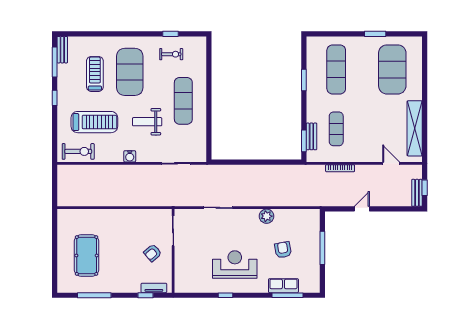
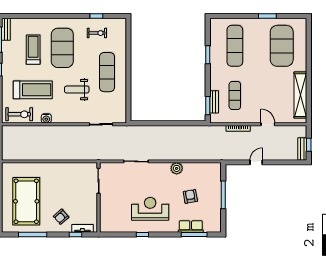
water cooler: (130, 156) -> (46, 118), moved
door: (391, 163) -> (268, 124), moved
armchair: (153, 253) -> (61, 217), moved
pool table: (87, 255) -> (26, 201), width x1.36, depth x1.32

